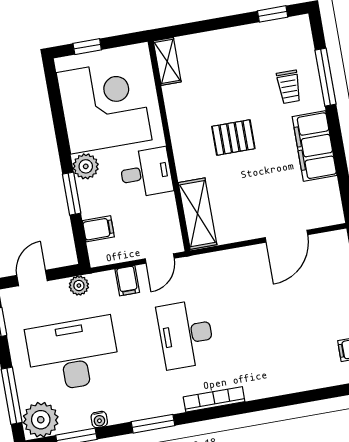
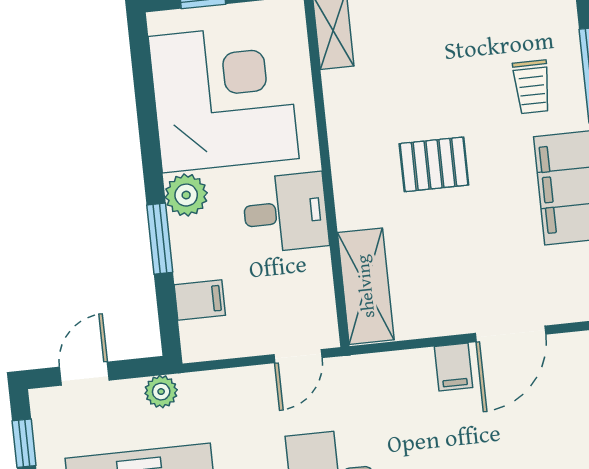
filing cabinet: (127, 281) -> (453, 367), moved

